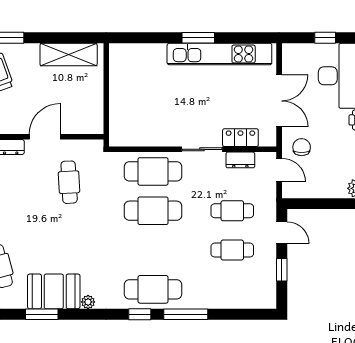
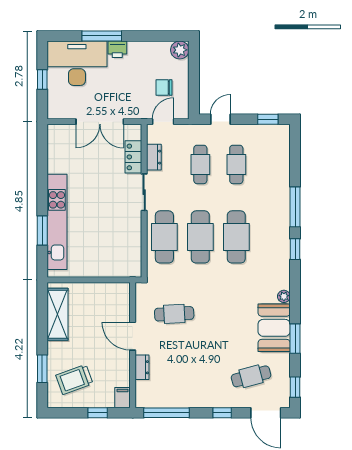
window: (198, 38) -> (42, 231), moved
kitchen unit: (219, 54) -> (57, 222), moved
double door: (279, 101) -> (100, 122), swing flipped
chair: (302, 147) -> (164, 87), moved
window: (282, 270) -> (268, 119), moved
cafe table: (153, 289) -> (236, 237), moved

